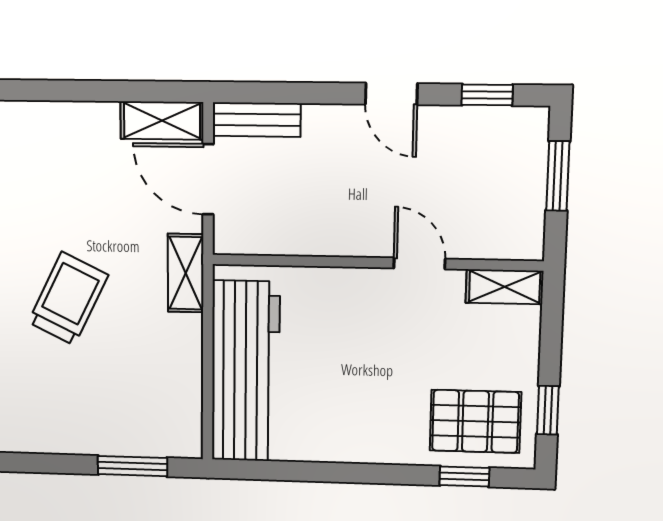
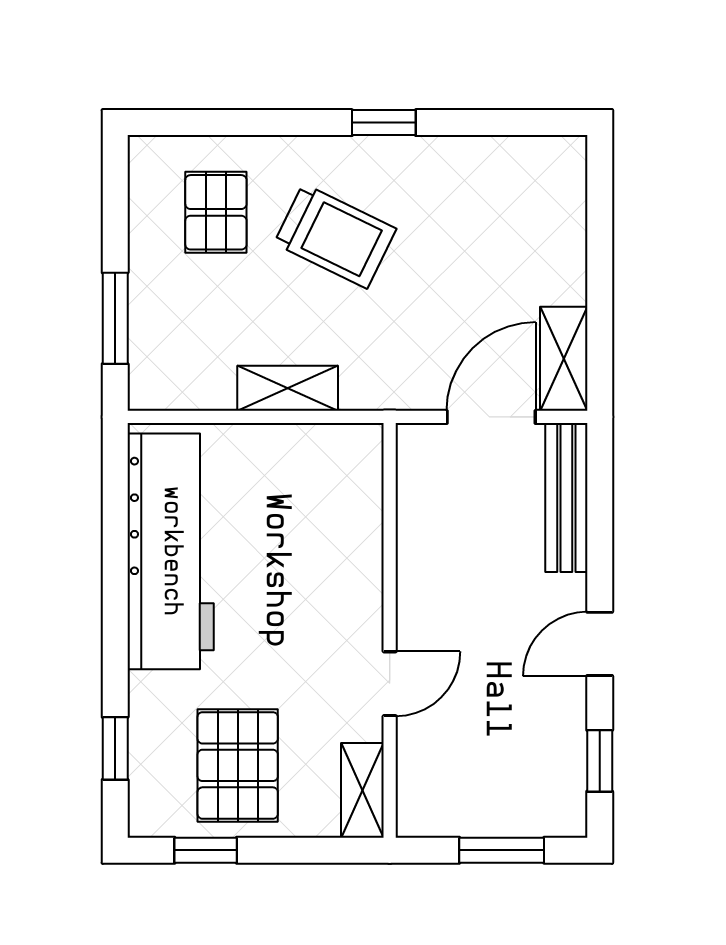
bench: (257, 120) -> (566, 497), width x1.36
shelving: (186, 273) -> (288, 388), moved
workbench: (246, 371) -> (171, 551), moved, turned -90
pallet: (51, 389) -> (216, 212), added
pallet: (475, 421) -> (238, 765), moved

